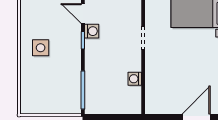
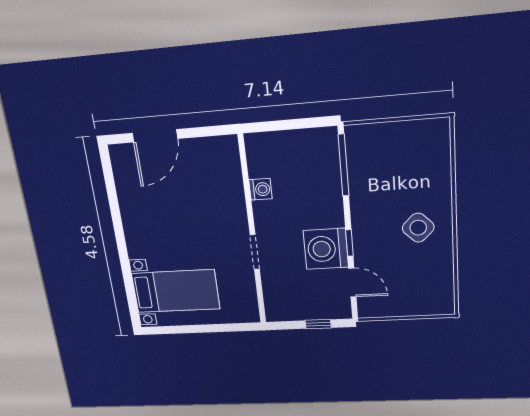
washing machine: (92, 31) -> (326, 249), width x1.89, depth x1.89
side table: (41, 48) -> (418, 228), turned 45

